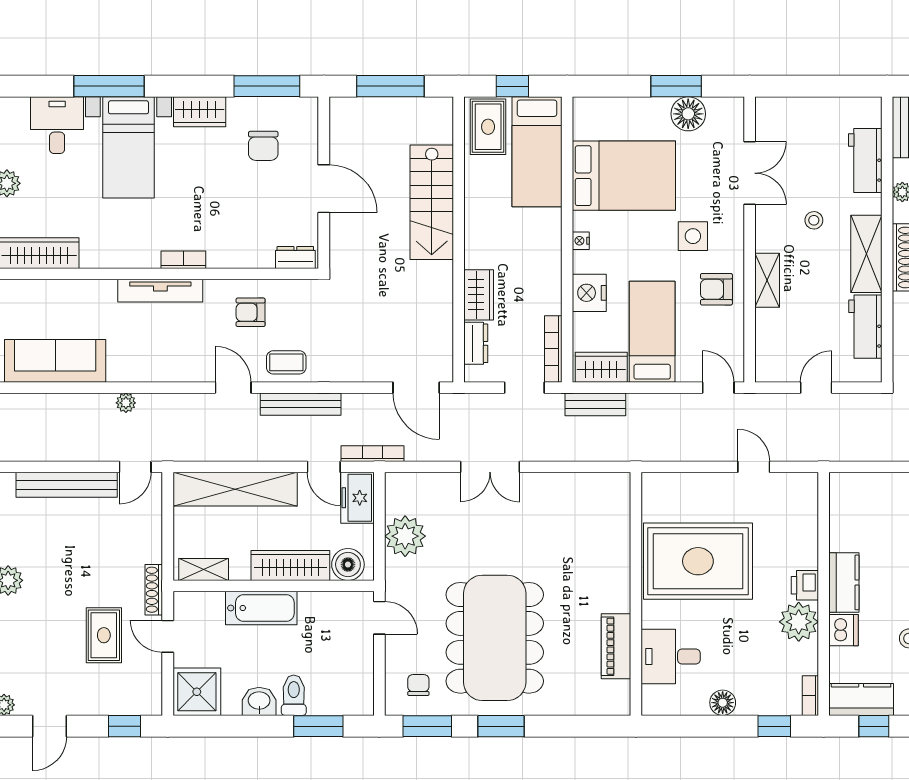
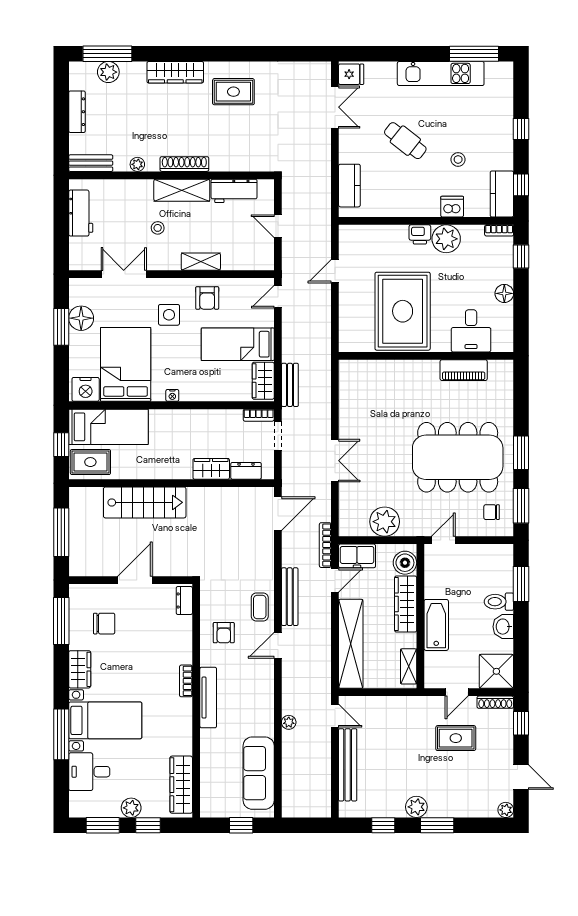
workbench: (865, 161) -> (81, 213), moved, turned -90
nightstand: (589, 293) -> (86, 389), moved
bookcase: (553, 349) -> (259, 415), width x0.64
kitchen counter: (844, 582) -> (349, 186), moved, turned 90
shoe rack: (154, 590) -> (495, 702), moved

